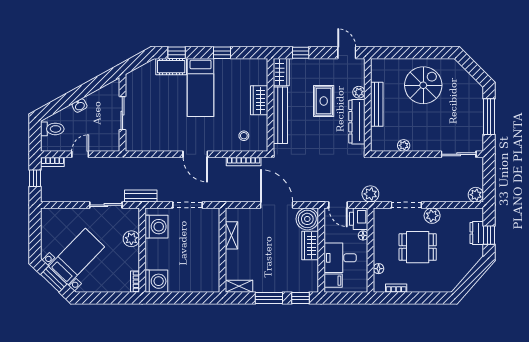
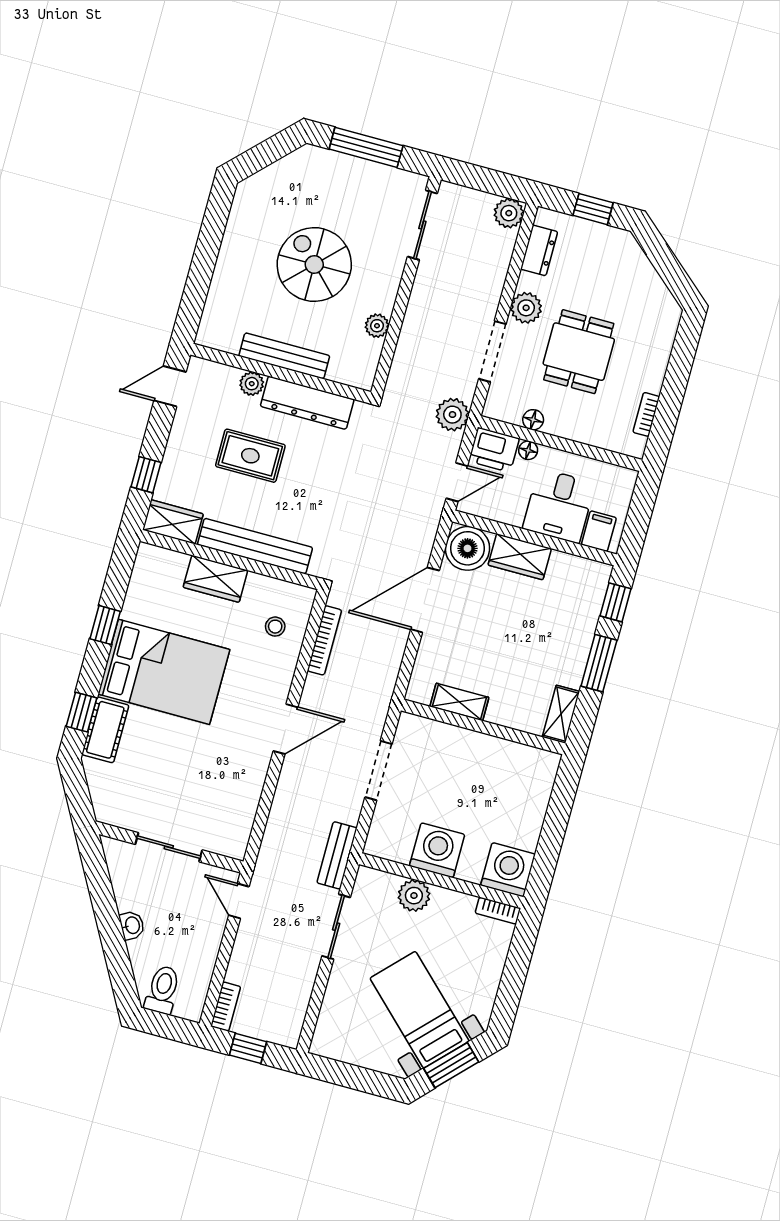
spiral stairs: (423, 85) -> (314, 265), moved
bed: (201, 88) -> (164, 672), width x1.50
door: (80, 154) -> (239, 901), moved
washing machine: (156, 227) -> (437, 850), moved
dresser: (477, 233) -> (539, 250), moved, turned -90
floor lamp: (379, 269) -> (533, 420), moved

